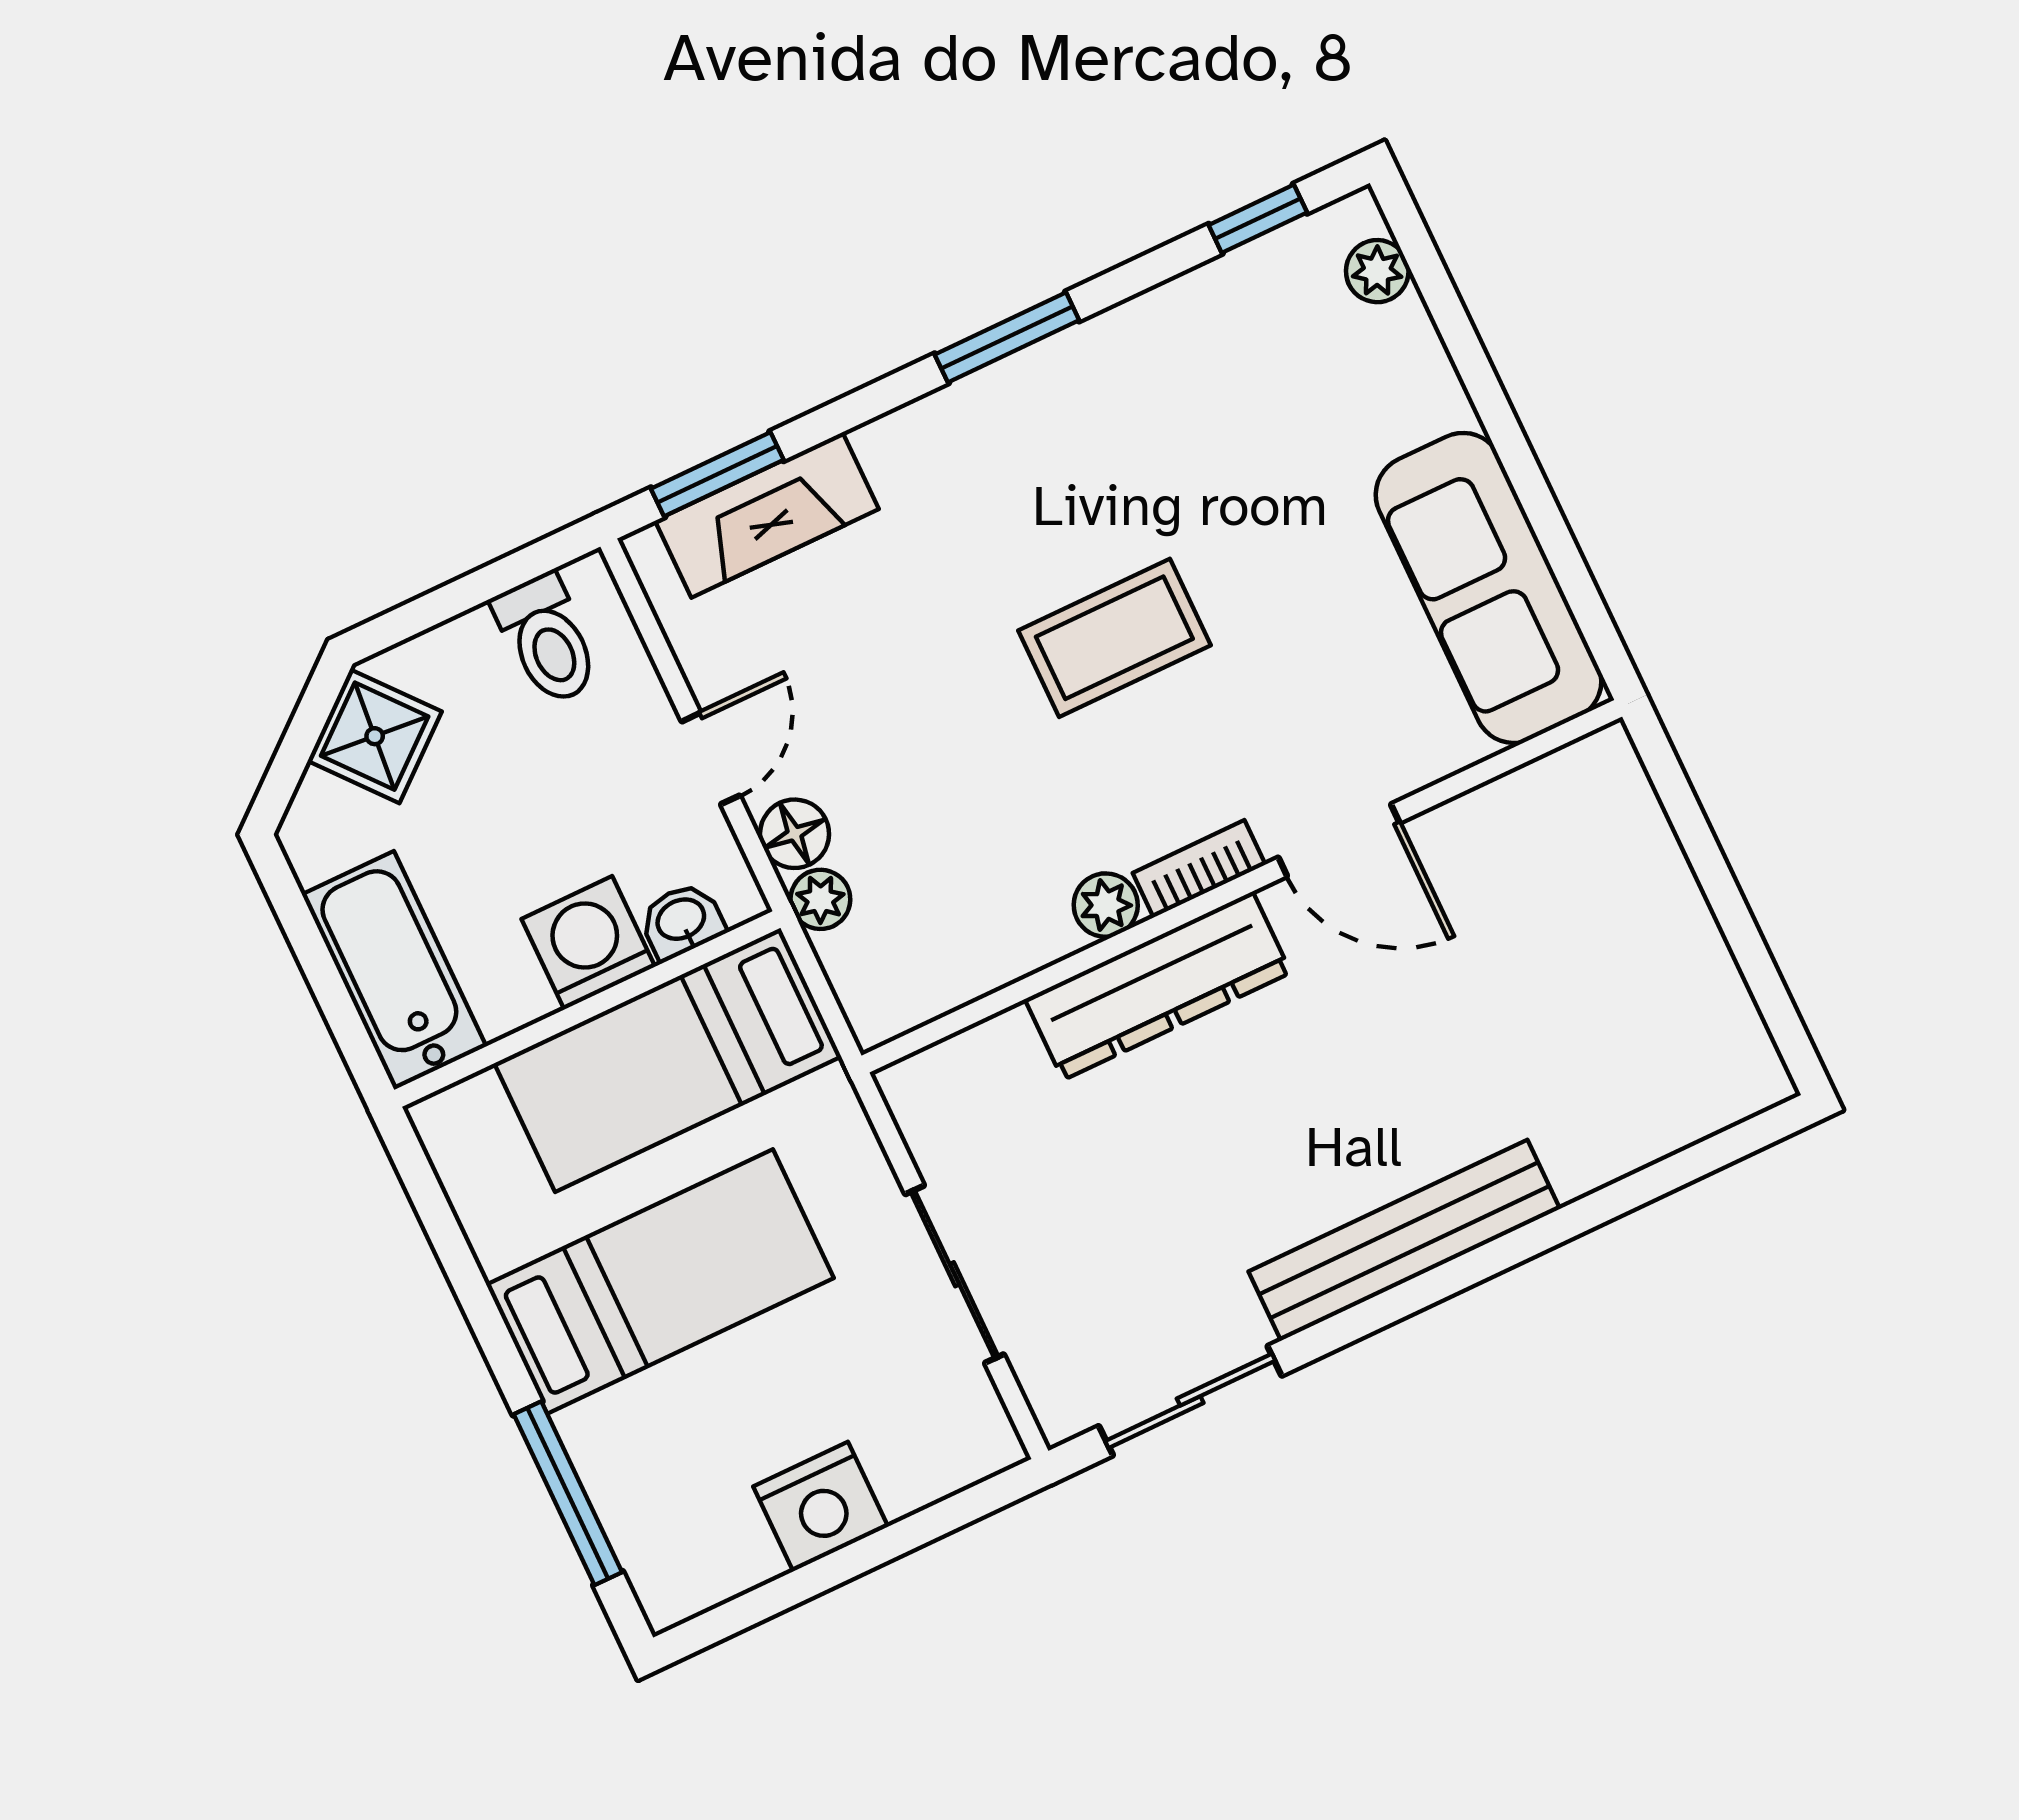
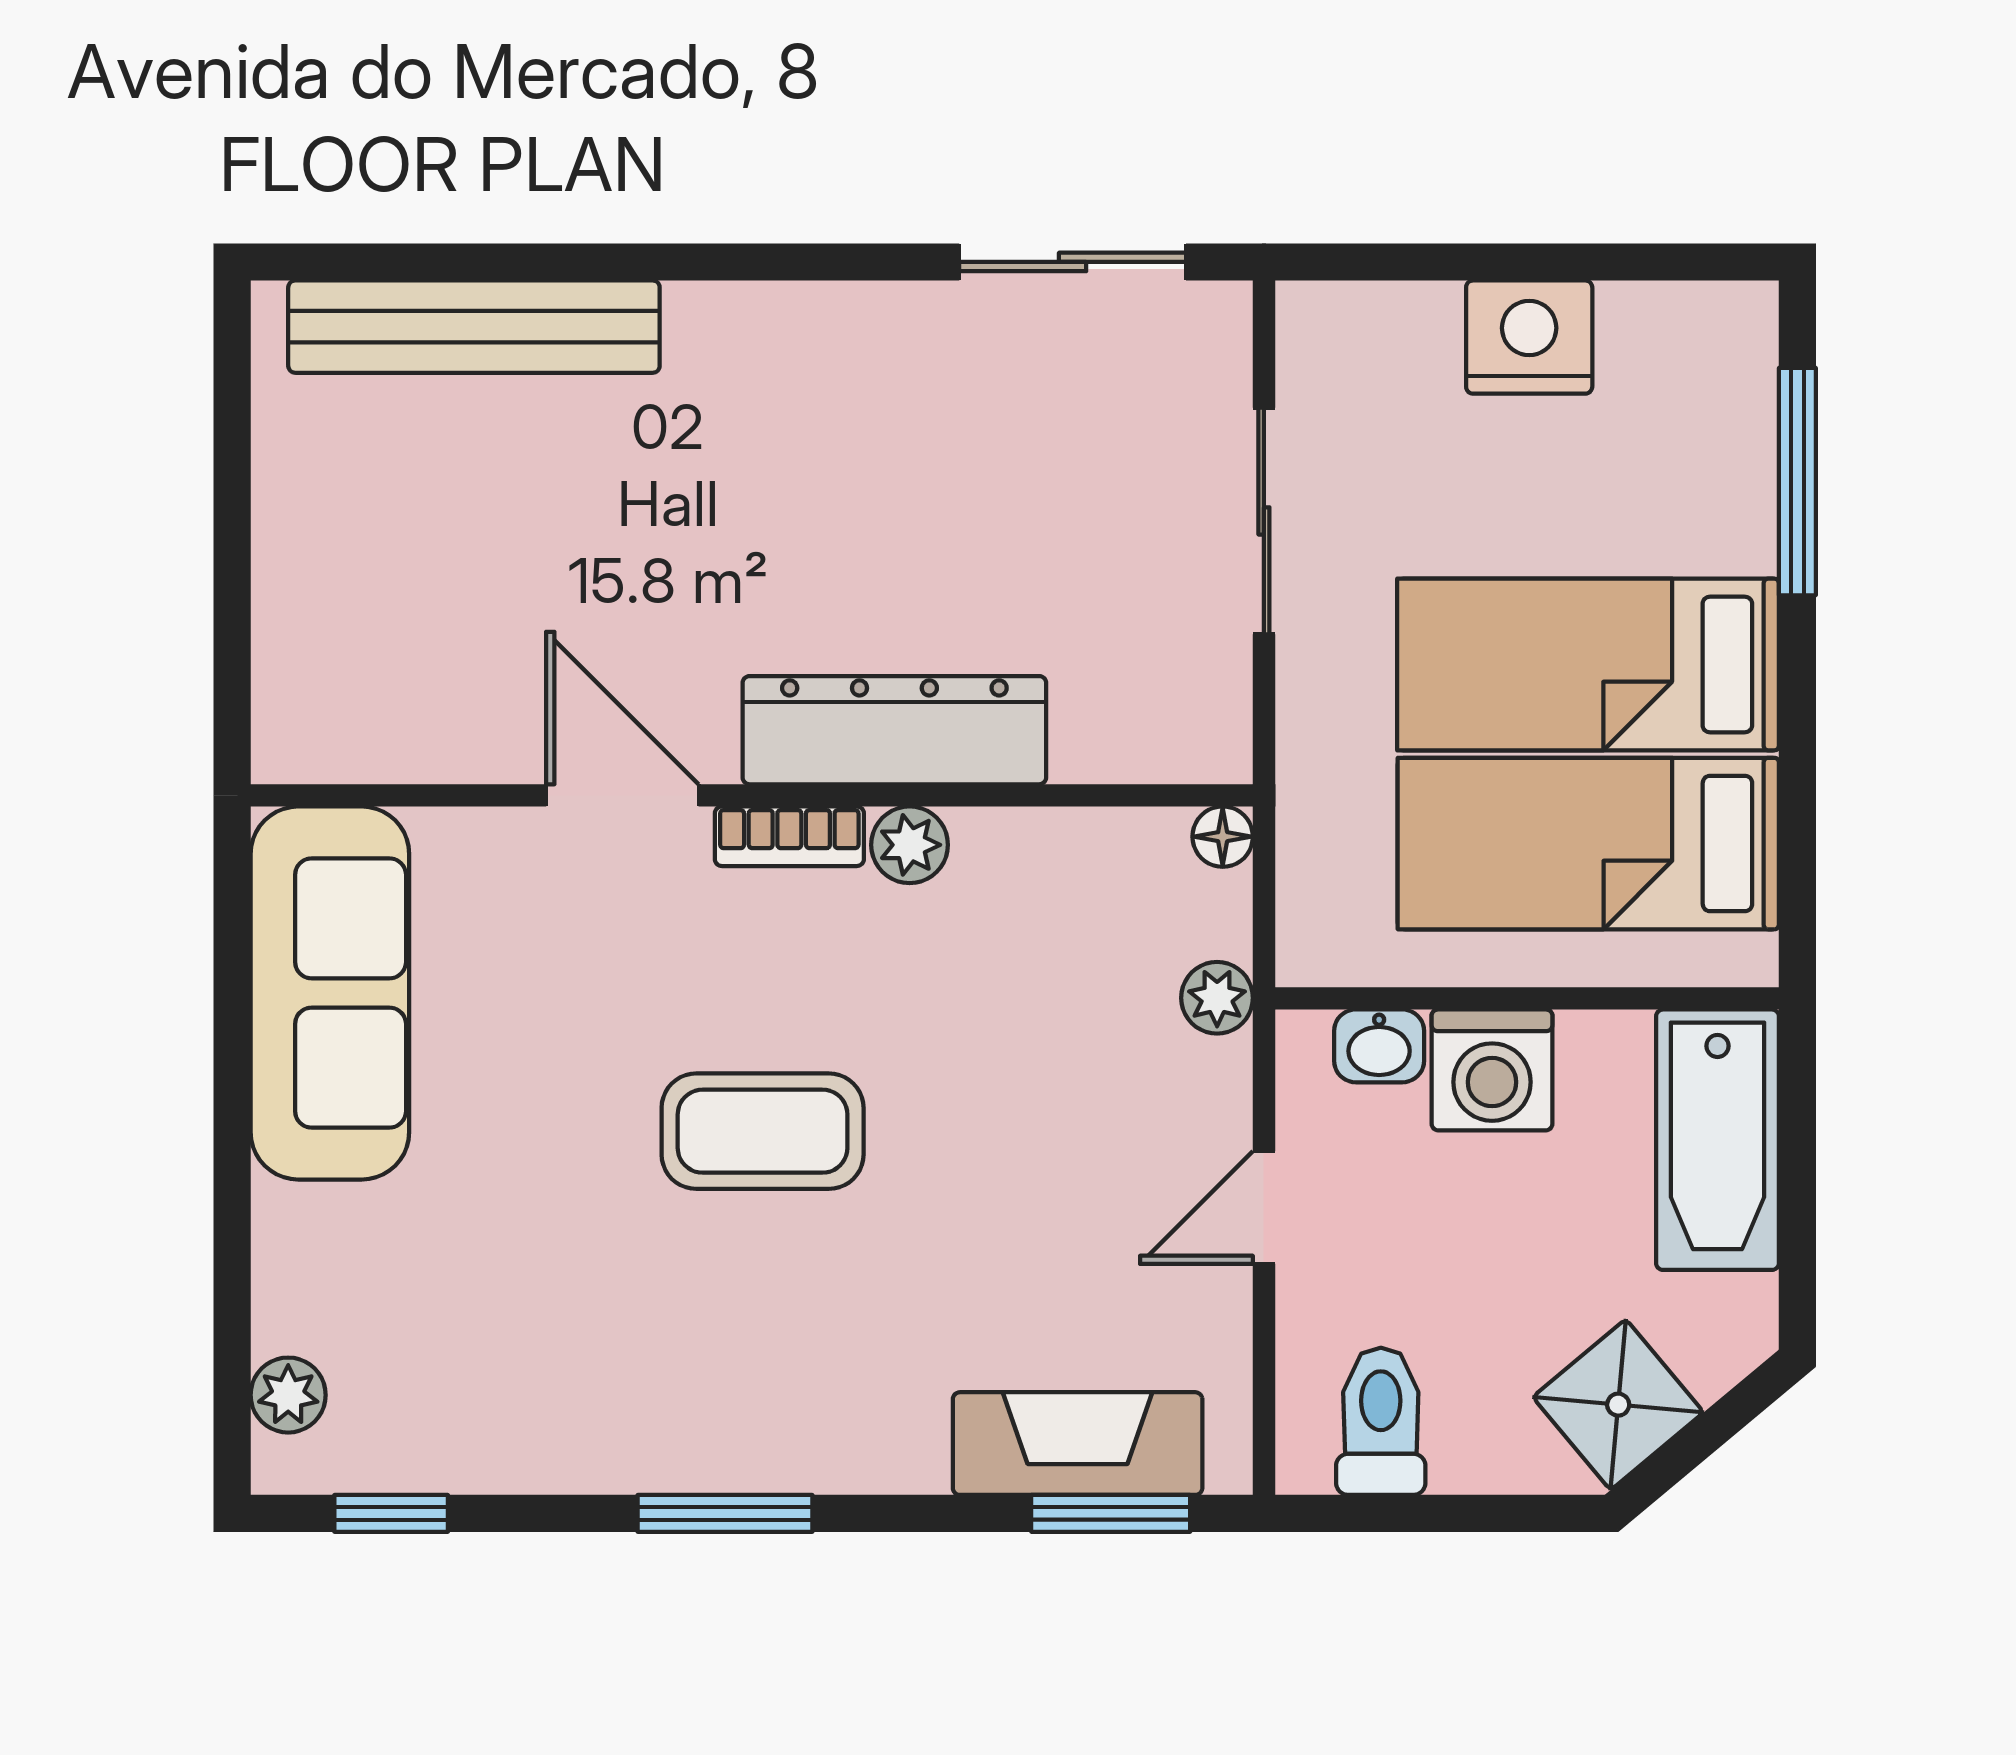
floor lamp: (795, 834) -> (1223, 837), moved, width x0.73, depth x0.73
bed: (668, 1060) -> (1588, 844), moved, turned 180
bench: (1404, 1240) -> (474, 327), moved

